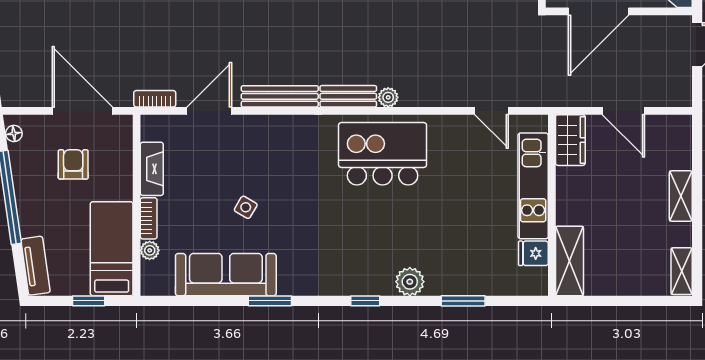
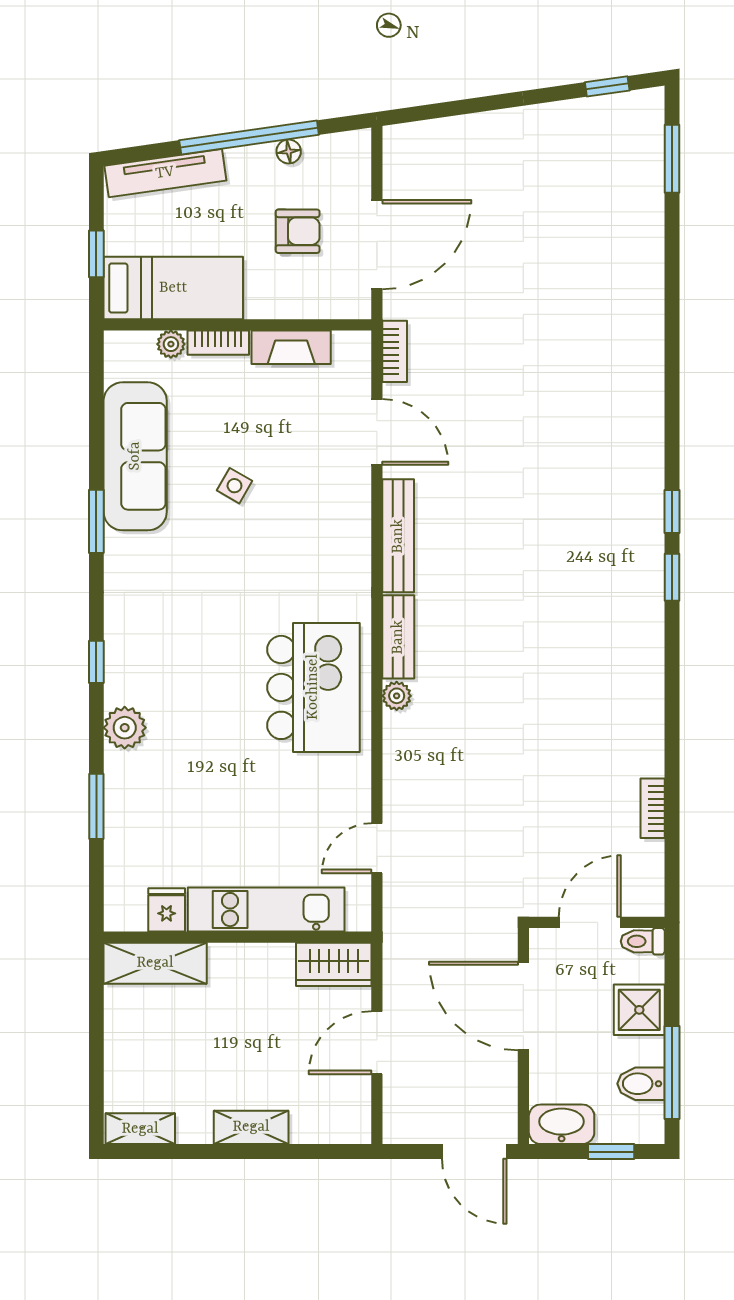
floor lamp: (14, 133) -> (289, 152), moved
tv unit: (35, 266) -> (165, 173), width x1.41

